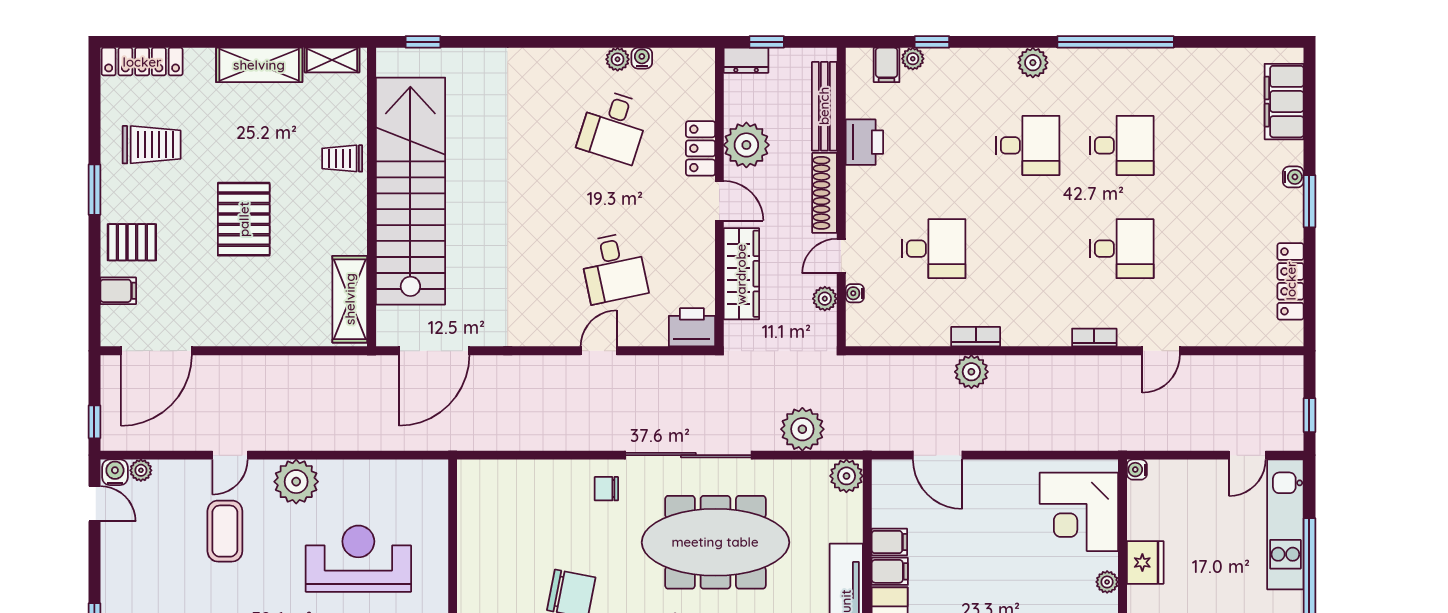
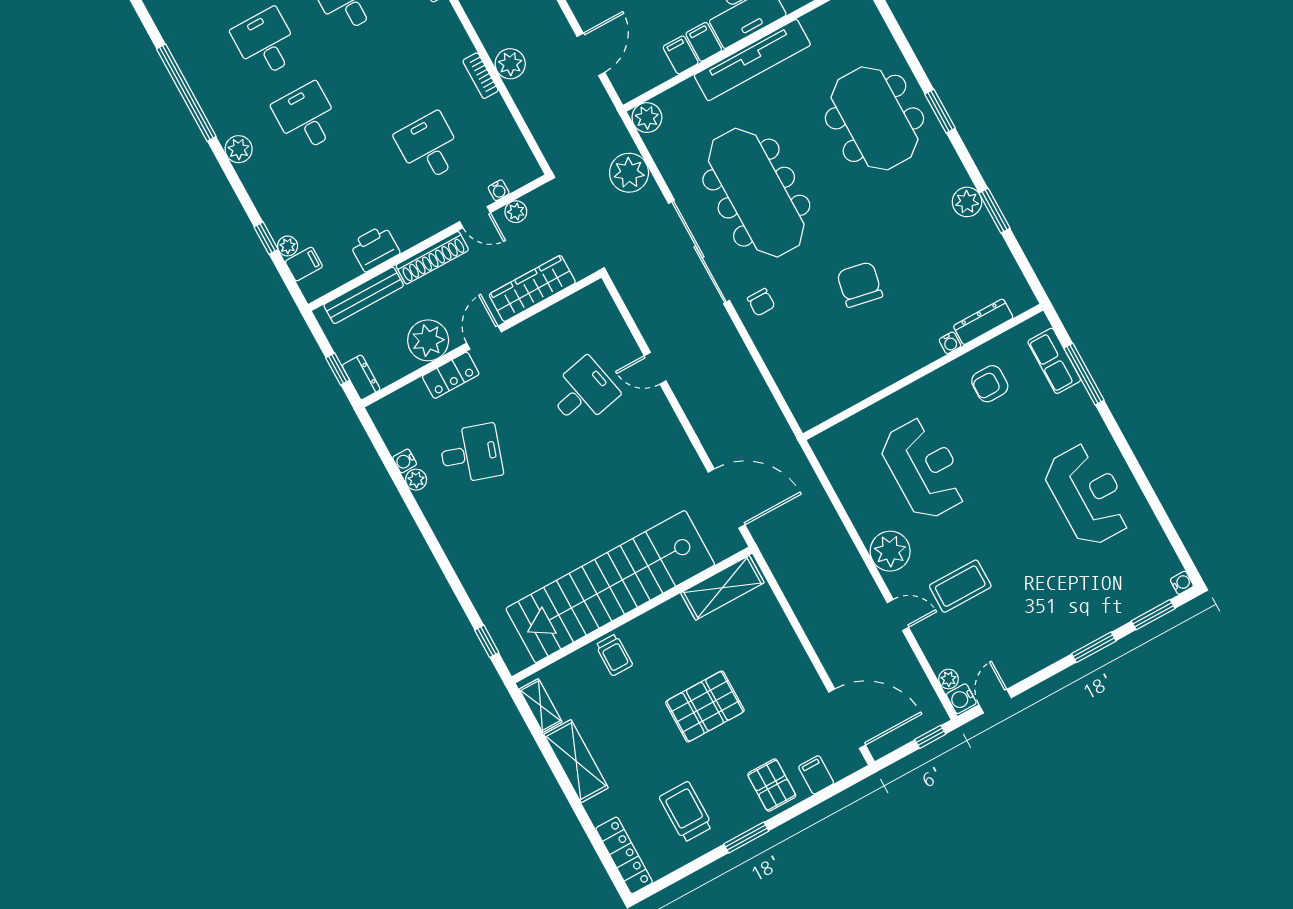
printer: (692, 327) -> (596, 304), removed
reception desk: (358, 559) -> (924, 468), turned 180

